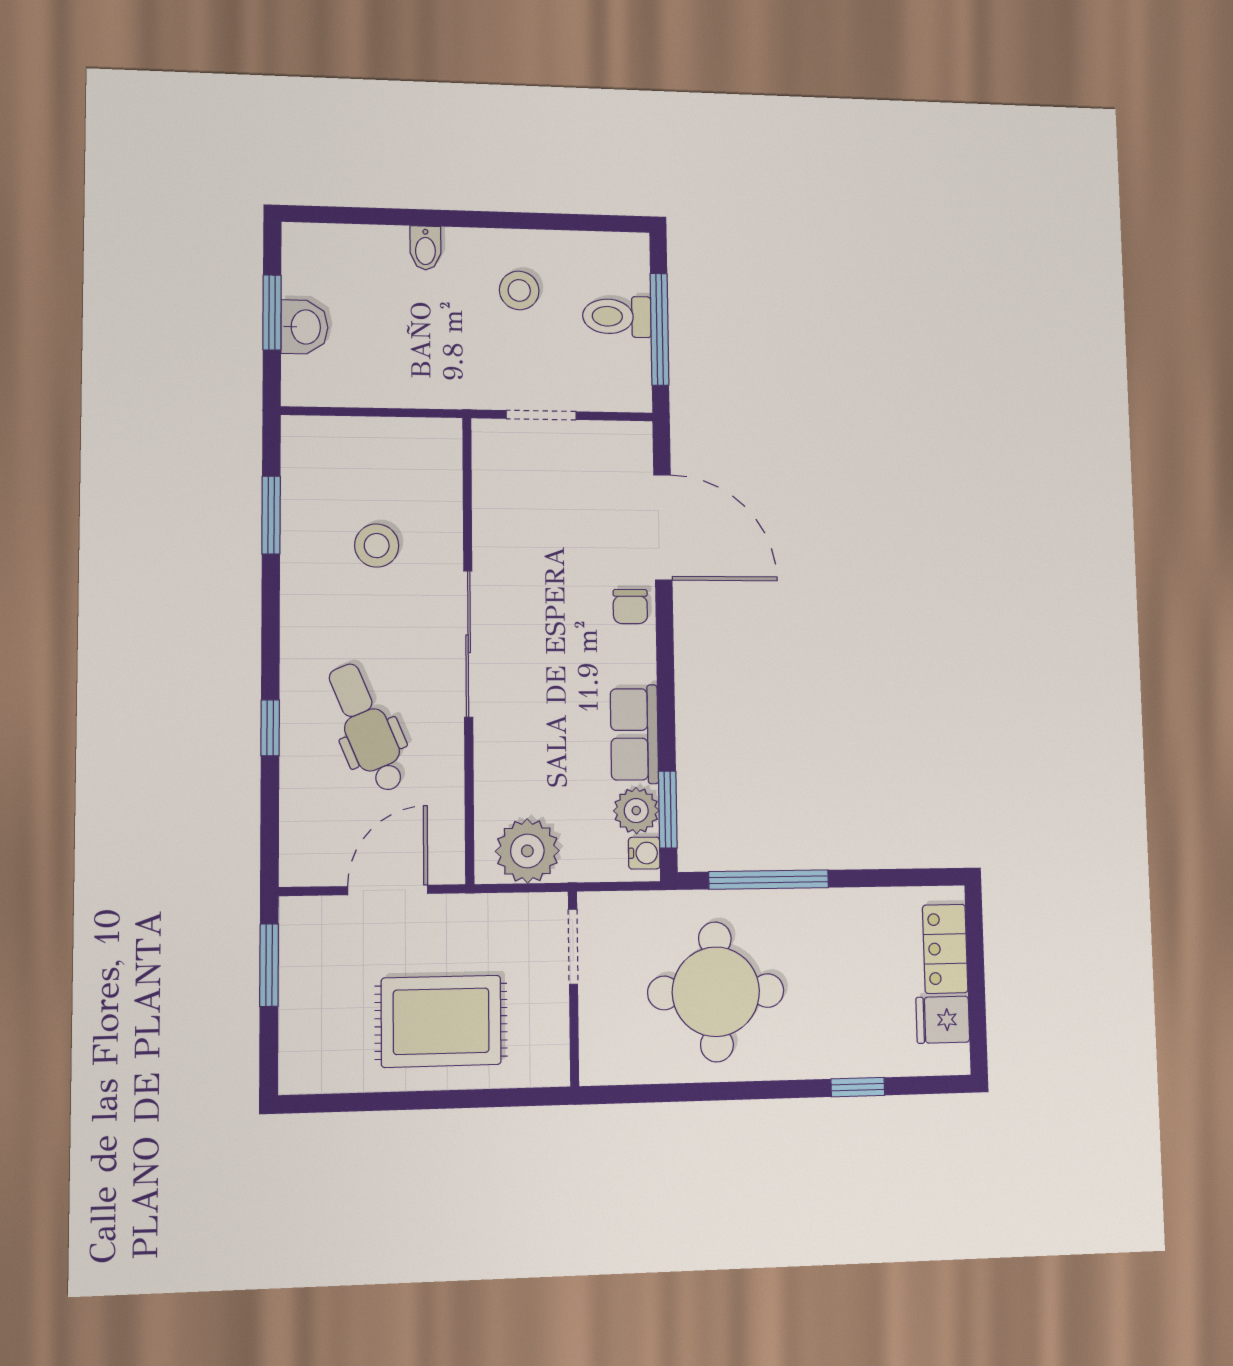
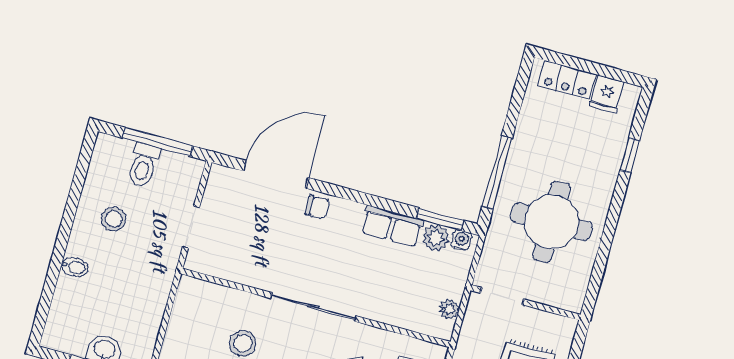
plant: (527, 851) -> (449, 309), width x0.53, depth x0.53

